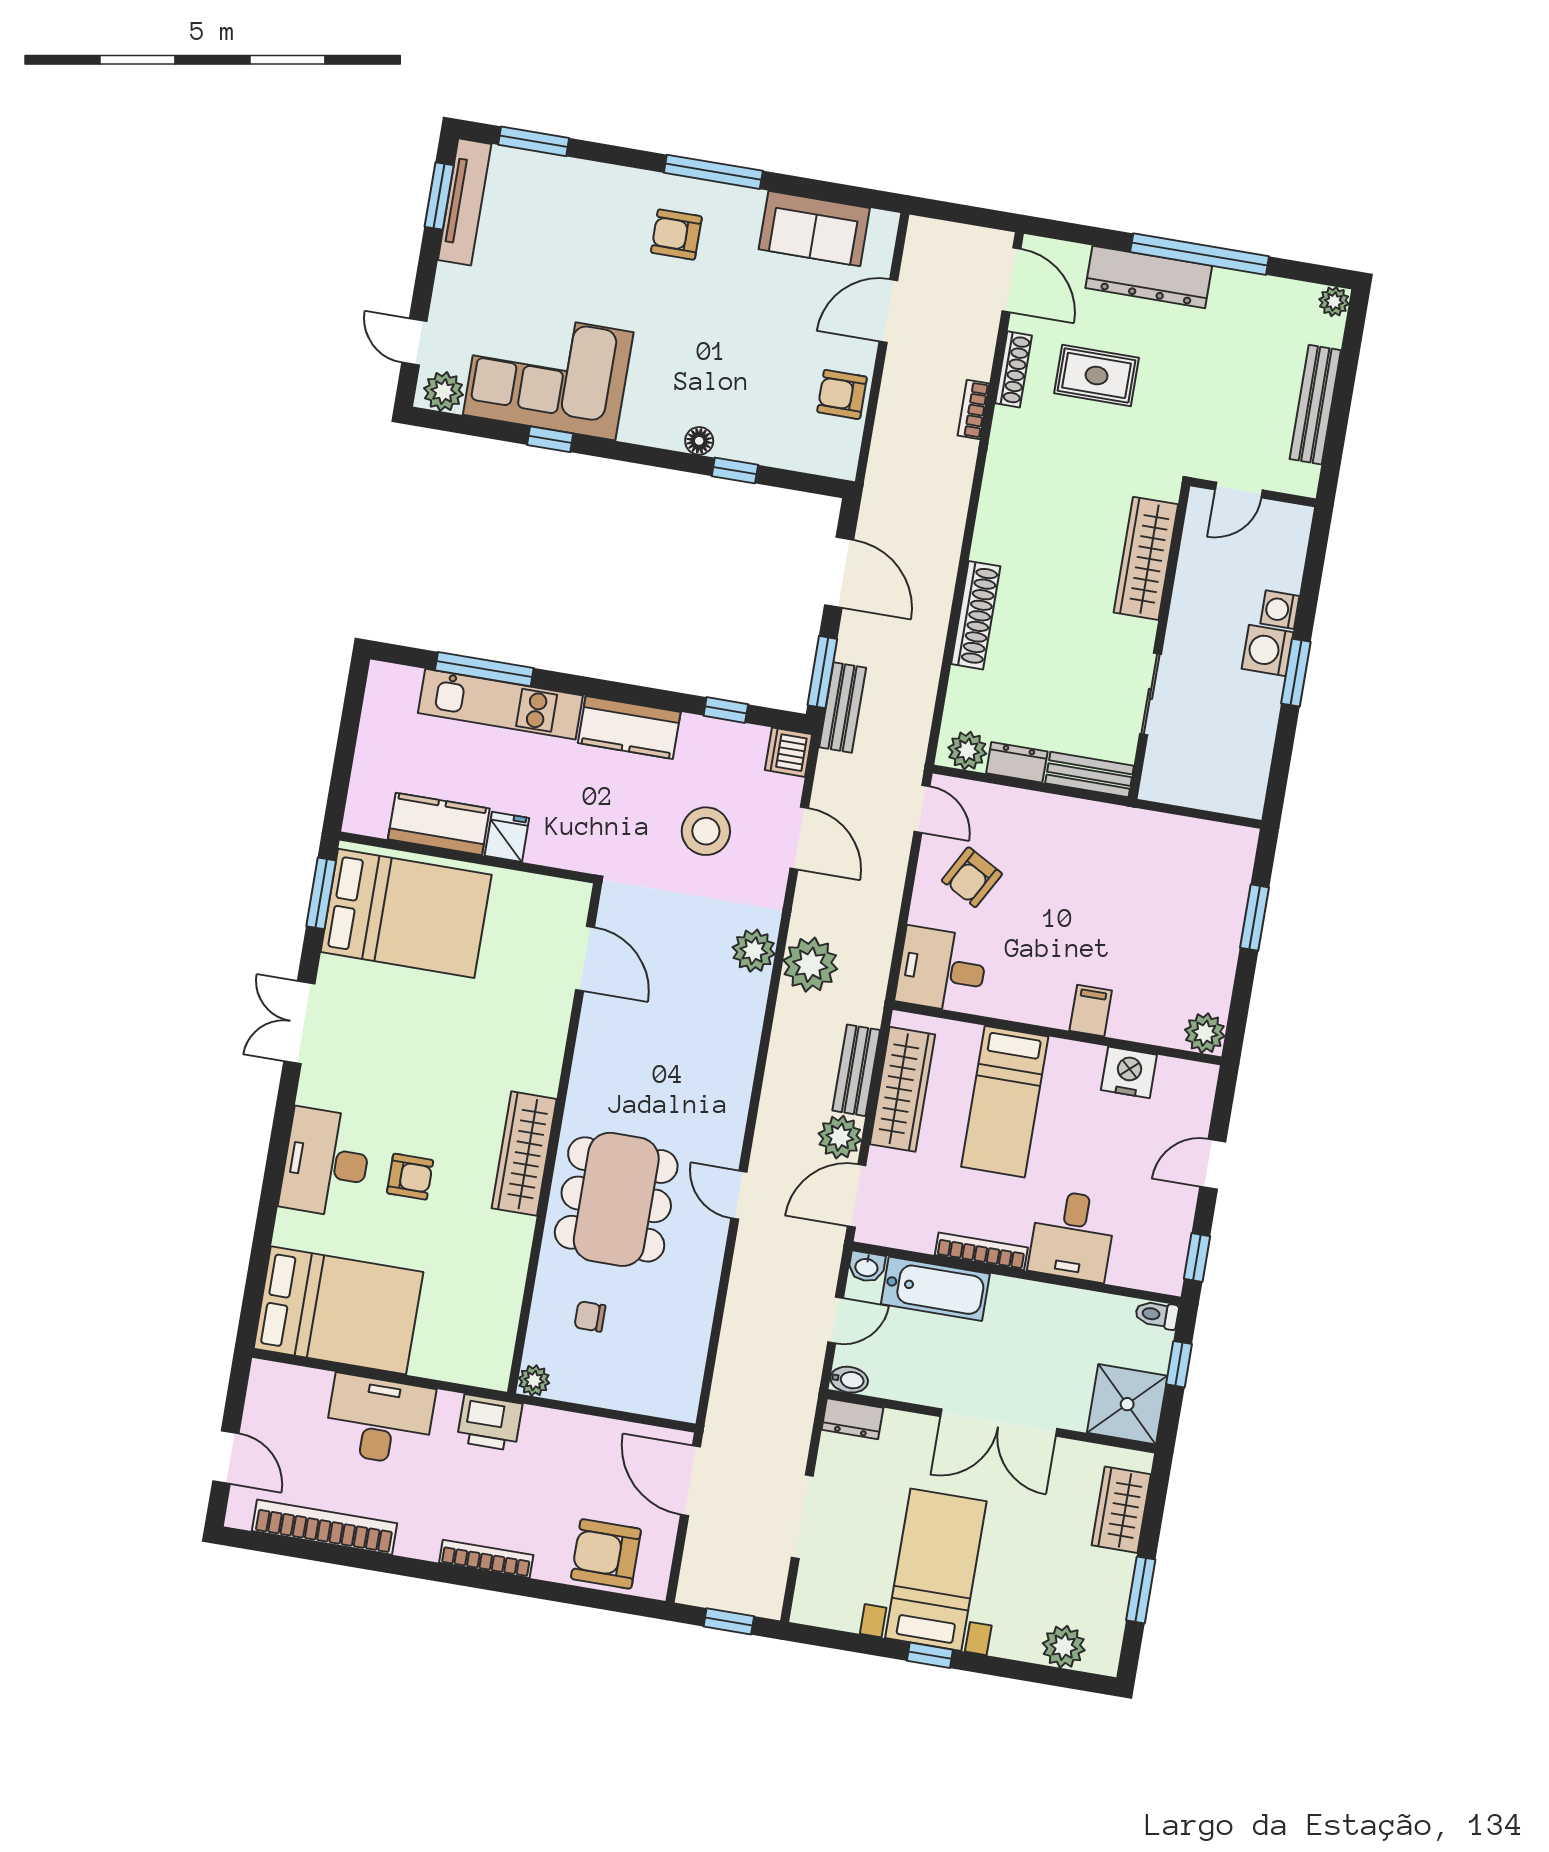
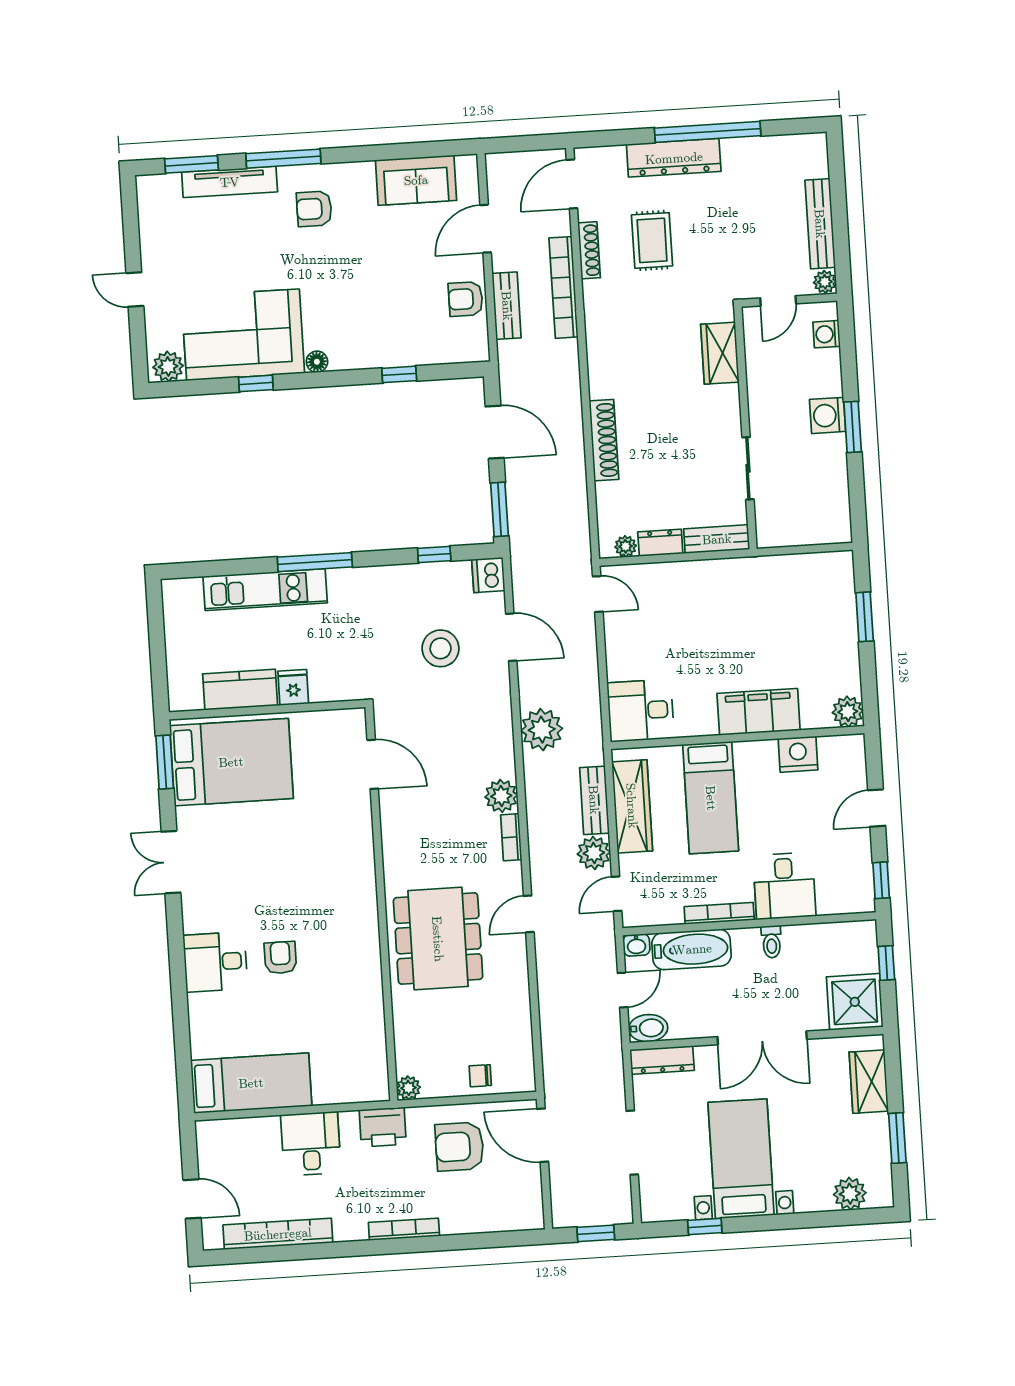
window: (713, 172) -> (283, 159), moved
window: (439, 196) -> (131, 222), removed
tv unit: (465, 202) -> (230, 182), moved, turned 90
door: (1011, 280) -> (572, 184), swing flipped
plant: (1334, 302) -> (825, 282), moved
door: (414, 342) -> (135, 290), moved
rug: (1097, 376) -> (652, 240), turned 90
bookcase: (973, 410) -> (564, 287), width x2.31, depth x1.31
floor lamp: (699, 441) -> (317, 362), moved
wardrobe: (1146, 558) -> (720, 353), width x0.67
washing machine: (1280, 610) -> (827, 334), moved
window: (484, 669) -> (315, 562), moved
bench: (843, 707) -> (507, 306), moved
kitchen counter: (629, 727) -> (365, 584), removed
plant: (967, 751) -> (626, 546), width x0.73, depth x0.73
armchair: (972, 877) -> (647, 636), removed
plant: (754, 951) -> (501, 796), moved
filing cabinet: (1091, 1011) -> (759, 712), width x3.00, depth x1.17
bookcase: (739, 1092) -> (511, 837), added
wardrobe: (524, 1154) -> (361, 920), removed
desk: (326, 1163) -> (215, 962), width x0.73
armchair: (410, 1177) -> (280, 958), turned -90
door: (739, 1195) -> (529, 914), hinge flipped
door: (857, 1196) -> (617, 894), width x0.73
bed: (338, 1310) -> (251, 1083), width x0.67
toilet: (1157, 1315) -> (771, 942), moved, turned -90
chair: (590, 1316) -> (480, 1076), moved
bidet: (849, 1380) -> (648, 1028), width x1.38, depth x1.36
dresser: (852, 1419) -> (662, 1060), width x1.44
desk: (380, 1420) -> (311, 1144), width x0.73
armchair: (606, 1554) -> (459, 1147), moved
window: (930, 1655) -> (705, 1226), moved

